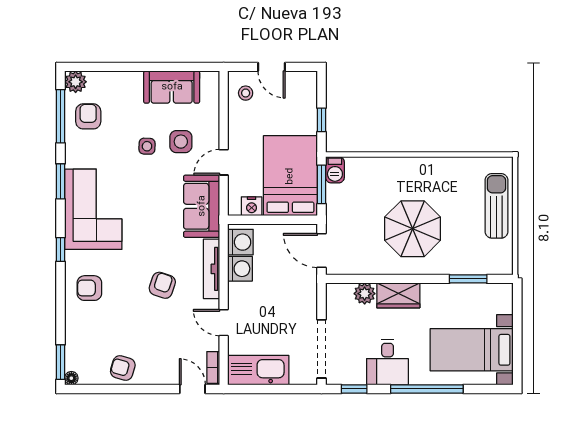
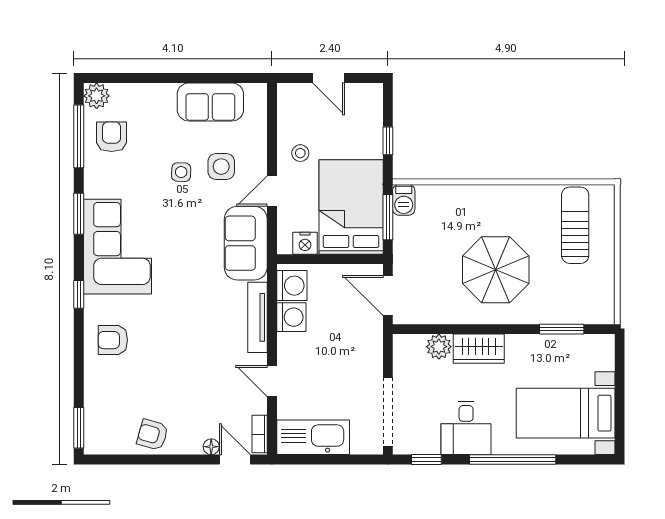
stool: (246, 93) -> (300, 153), moved
sun lounger: (497, 206) -> (575, 225), moved
armchair: (162, 285) -> (199, 337), removed
floor lamp: (71, 378) -> (211, 447), moved

